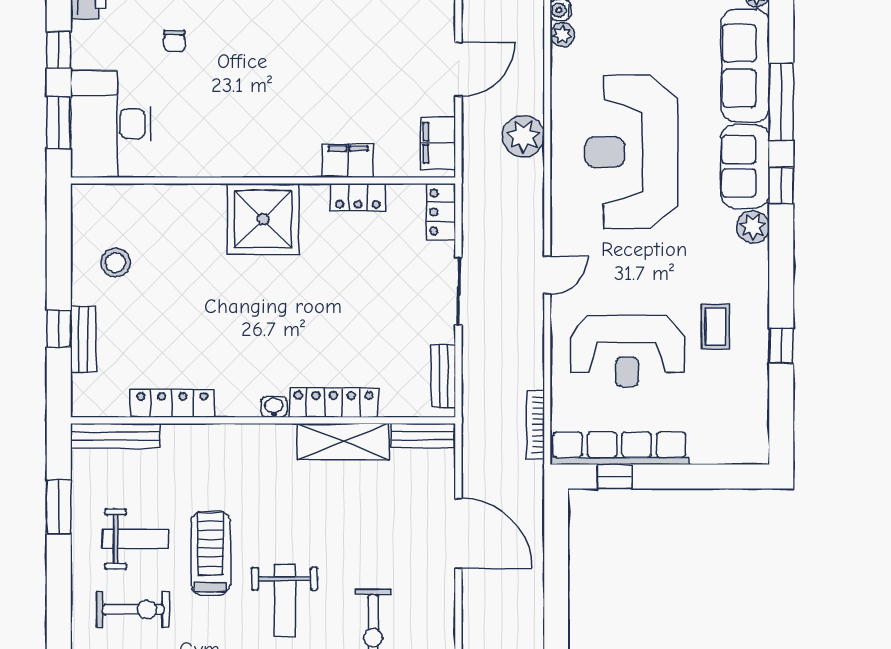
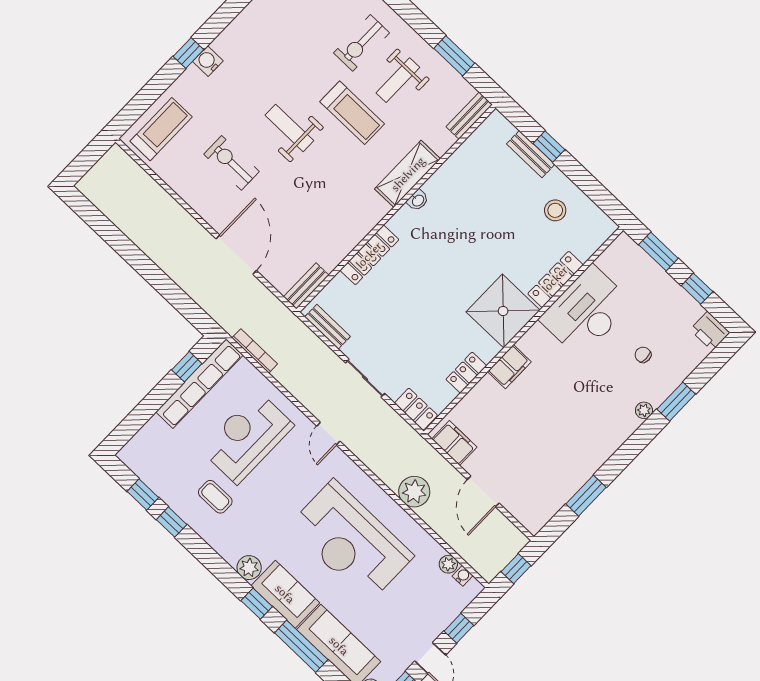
desk: (111, 124) -> (586, 311), moved, turned -90
reception desk: (632, 152) -> (351, 541), turned 180
filing cabinet: (348, 161) -> (509, 367), moved
window: (781, 400) -> (143, 494), added
locker: (172, 403) -> (555, 279), moved, turned 180
washbasin: (274, 407) -> (418, 200), moved
bench: (115, 436) -> (469, 116), width x0.73
shelving: (343, 442) -> (408, 174), moved
door: (458, 533) -> (236, 255), swing flipped

